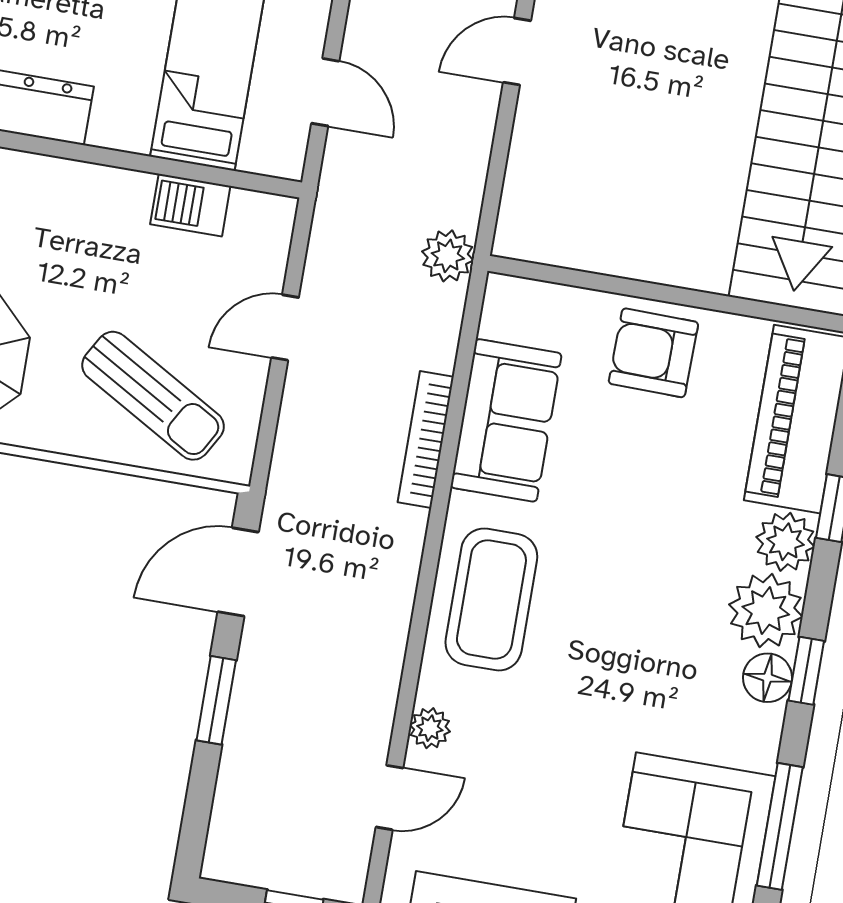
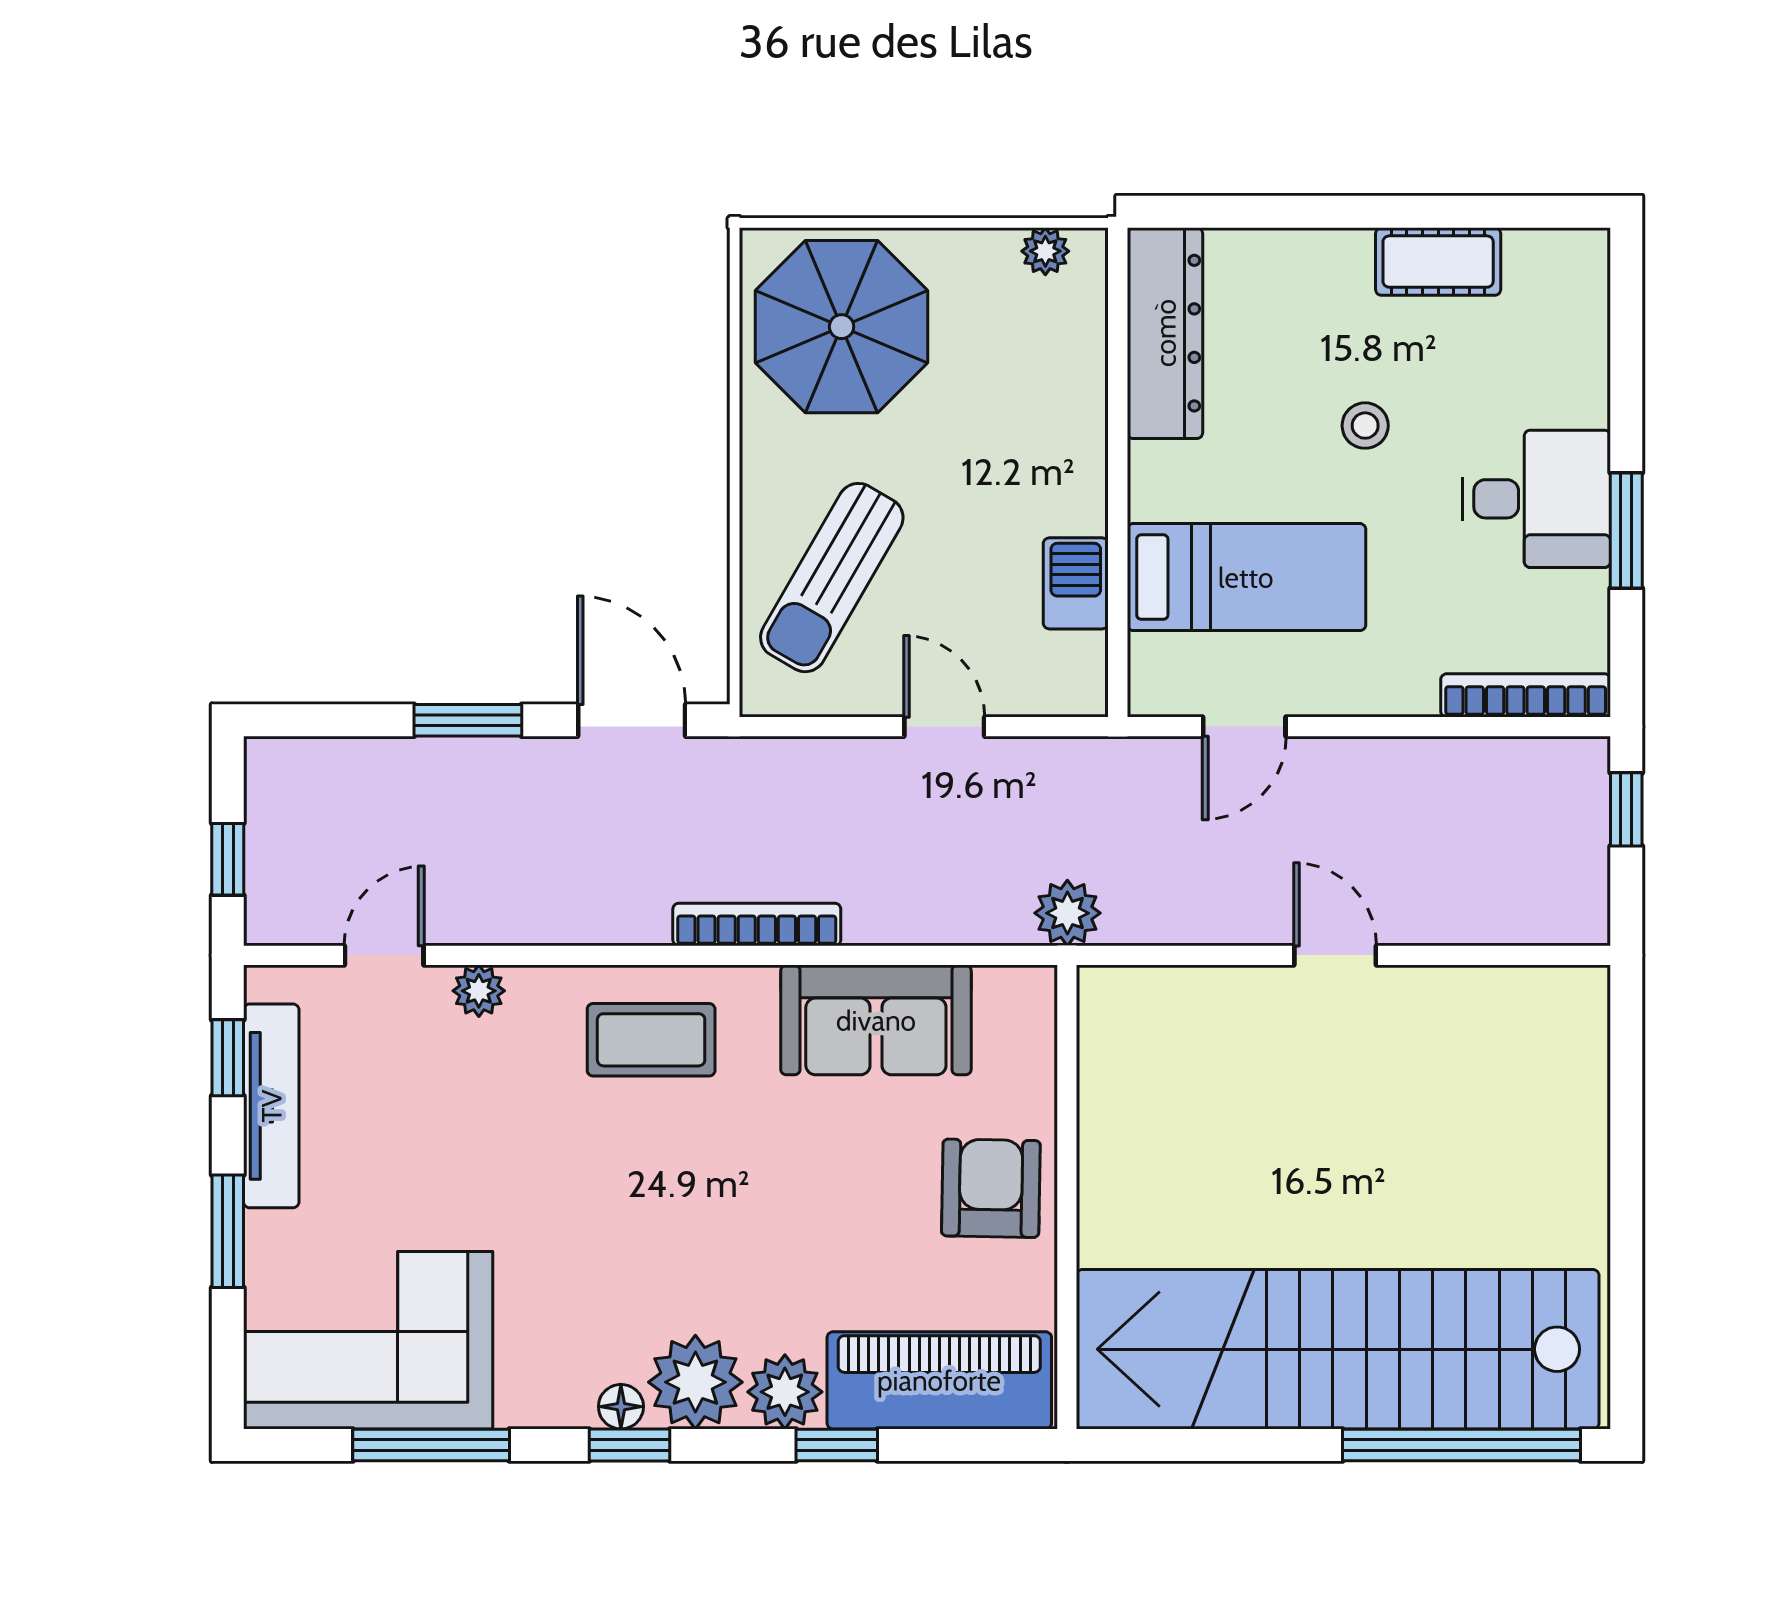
bookcase: (426, 440) -> (757, 924), moved
coffee table: (491, 599) -> (651, 1040), width x0.73, depth x0.76
floor lamp: (768, 678) -> (621, 1407), width x0.73, depth x0.73
door: (389, 798) -> (384, 955), swing flipped

